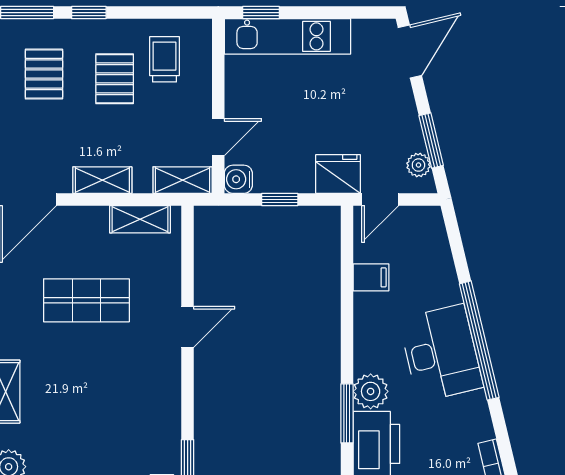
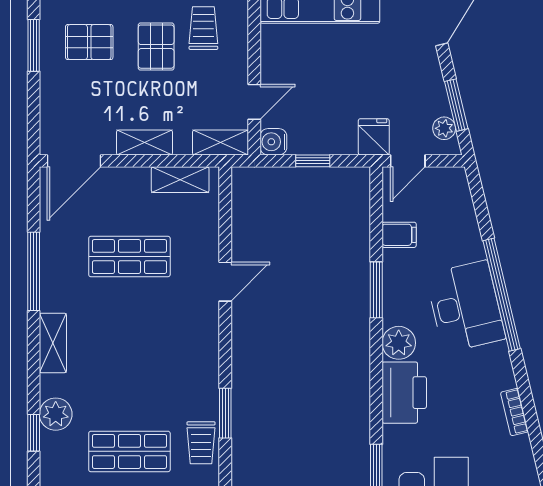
pallet: (44, 74) -> (89, 42), turned 90
fridge: (338, 174) -> (374, 137), width x0.72
window: (347, 413) -> (376, 290), moved

